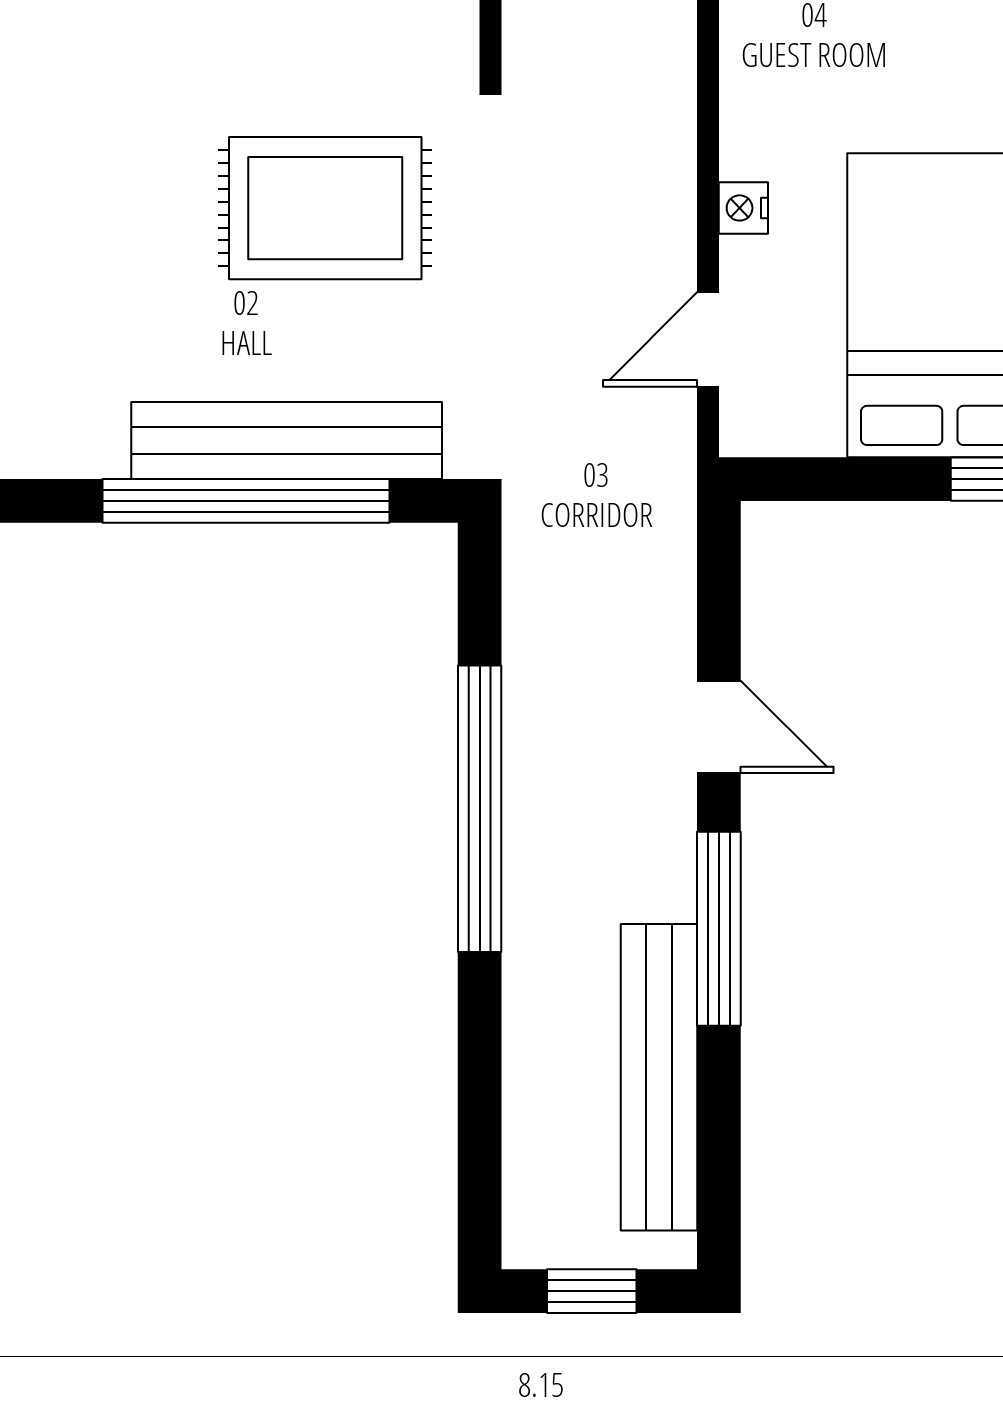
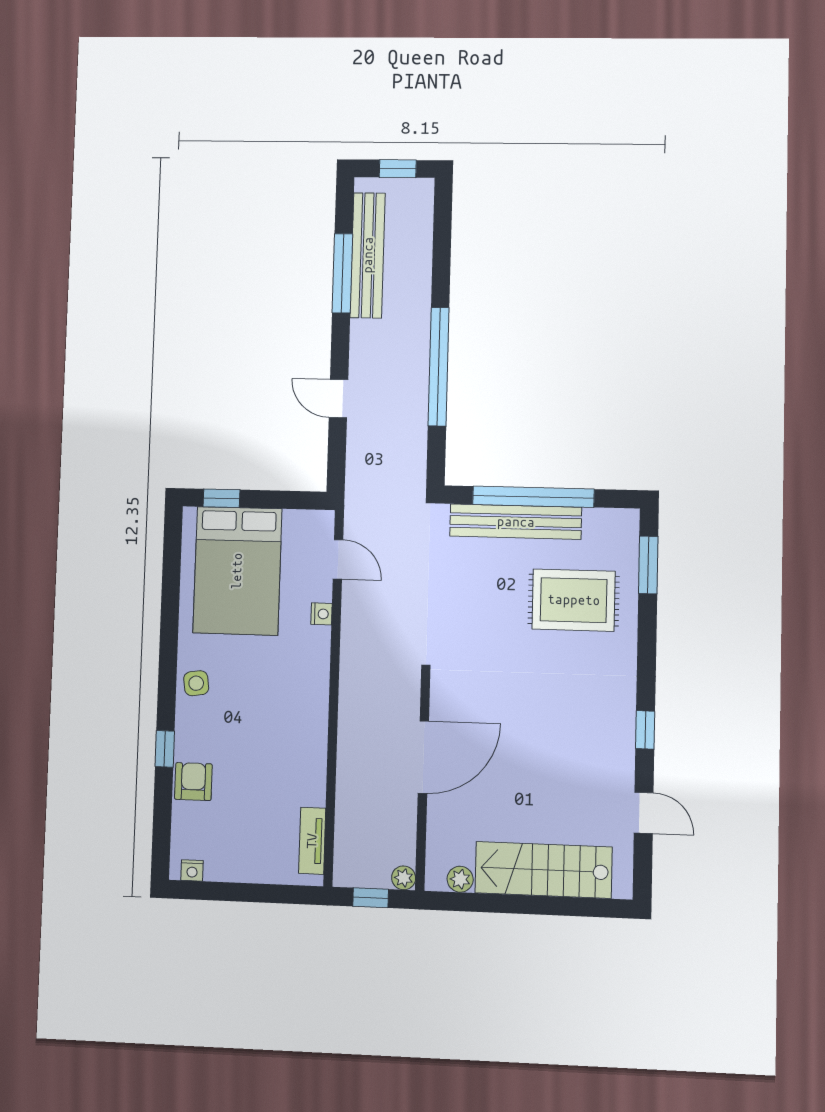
rug: (325, 208) -> (574, 600), moved
door: (708, 339) -> (338, 559), hinge flipped
window: (719, 929) -> (342, 273), moved

